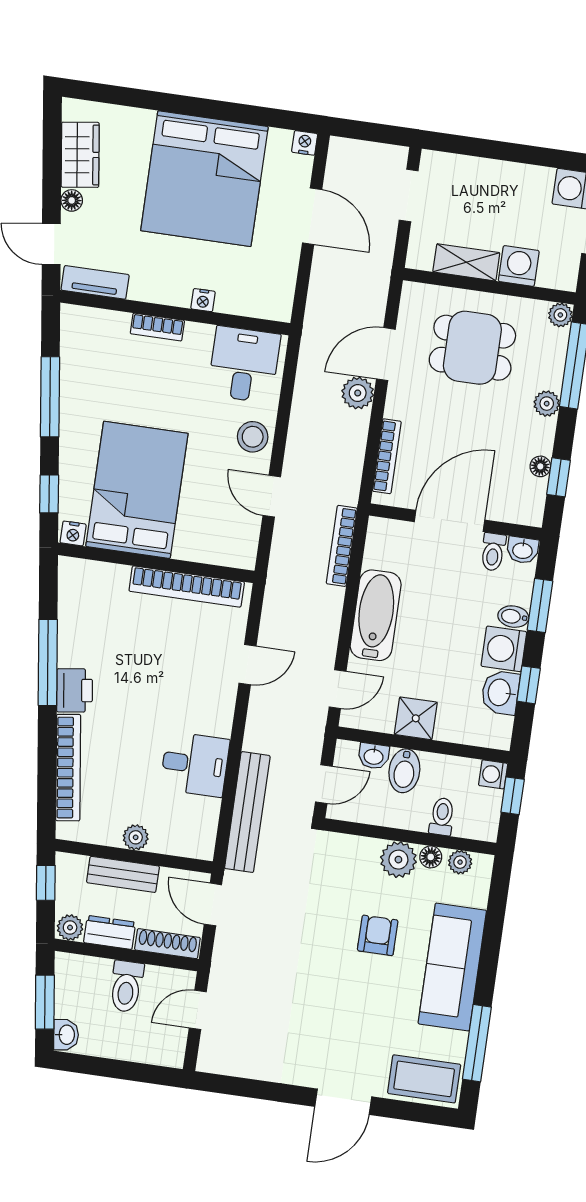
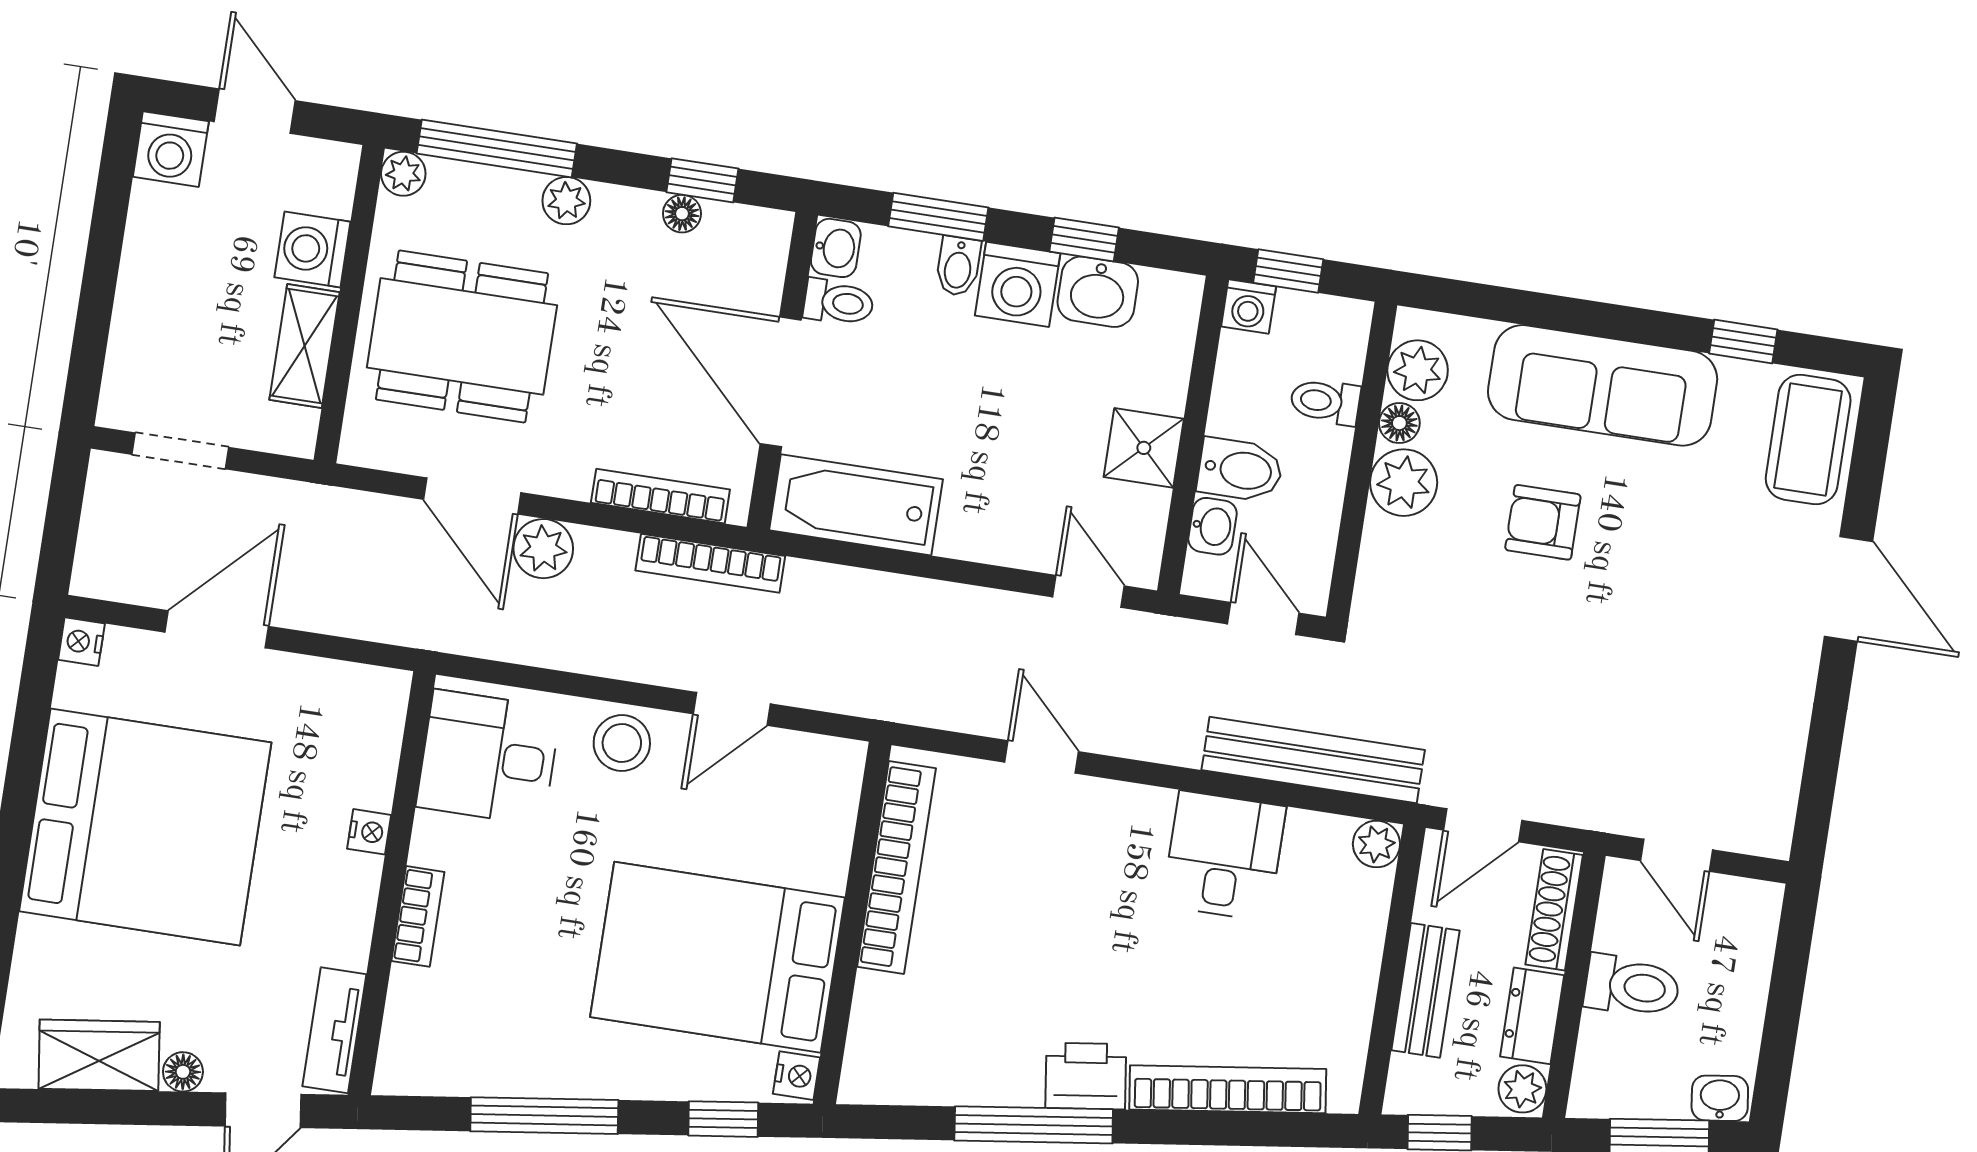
dining table: (472, 348) -> (462, 336), width x1.37
bookcase: (342, 546) -> (710, 563), moved
bathtub: (376, 615) -> (856, 505), moved
plant: (136, 837) -> (1376, 844), moved
plant: (460, 862) -> (1418, 370), width x1.38, depth x1.38
window: (477, 1043) -> (1743, 341), width x0.46

